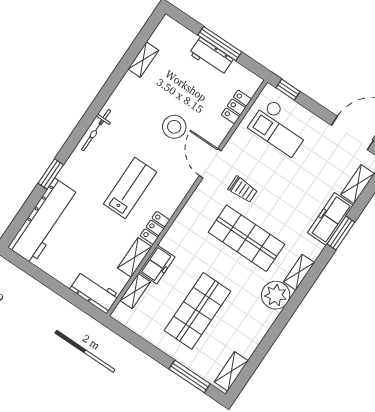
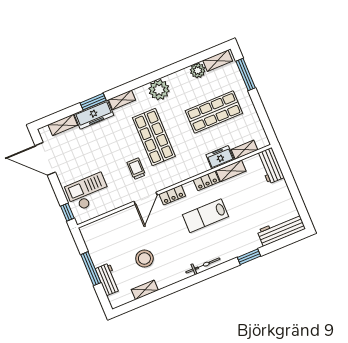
workbench: (211, 57) -> (108, 279), moved
locker: (236, 107) -> (172, 195), moved
stool: (174, 127) -> (144, 258), moved
checkout: (280, 127) -> (88, 192), turned -90
workbench: (44, 221) -> (281, 230), width x0.73, depth x0.76
shelving: (299, 272) -> (122, 100), moved
plant: (246, 345) -> (198, 71), added

